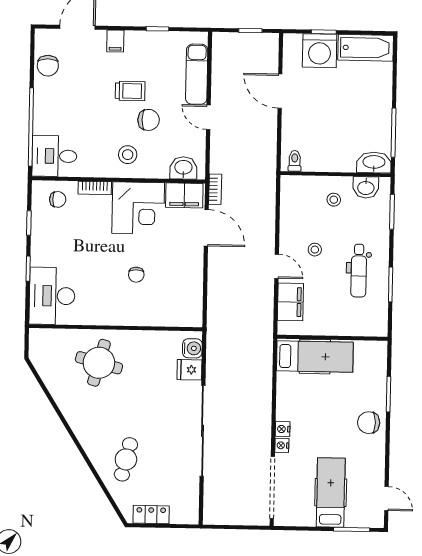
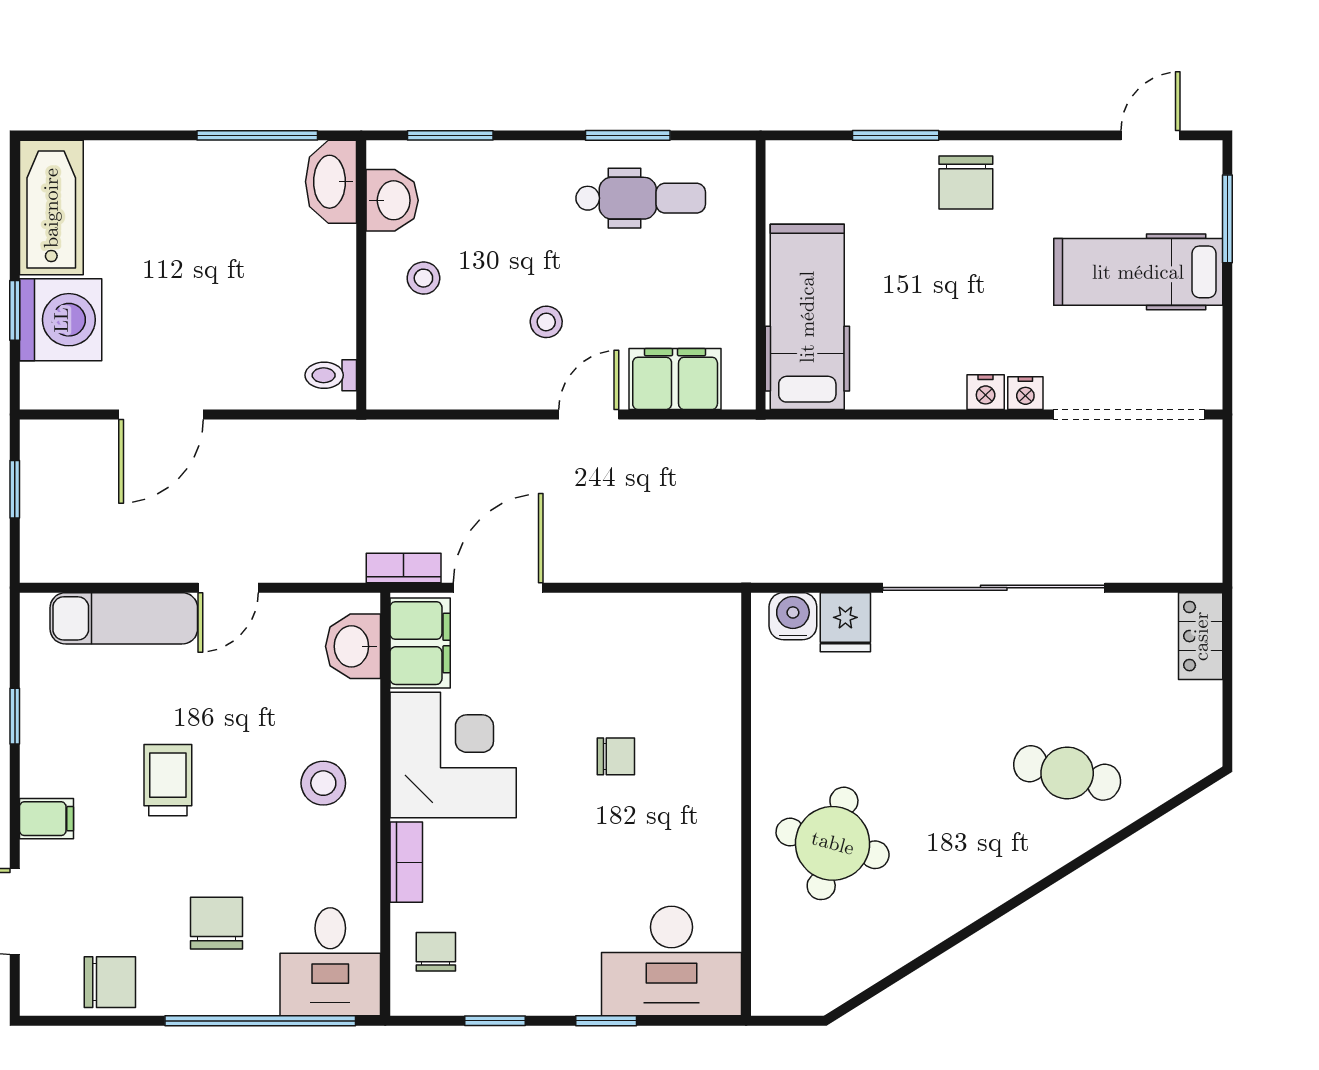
chair: (149, 120) -> (217, 923), moved
dental chair: (359, 271) -> (641, 198), moved
locker: (151, 515) -> (1201, 636), moved

